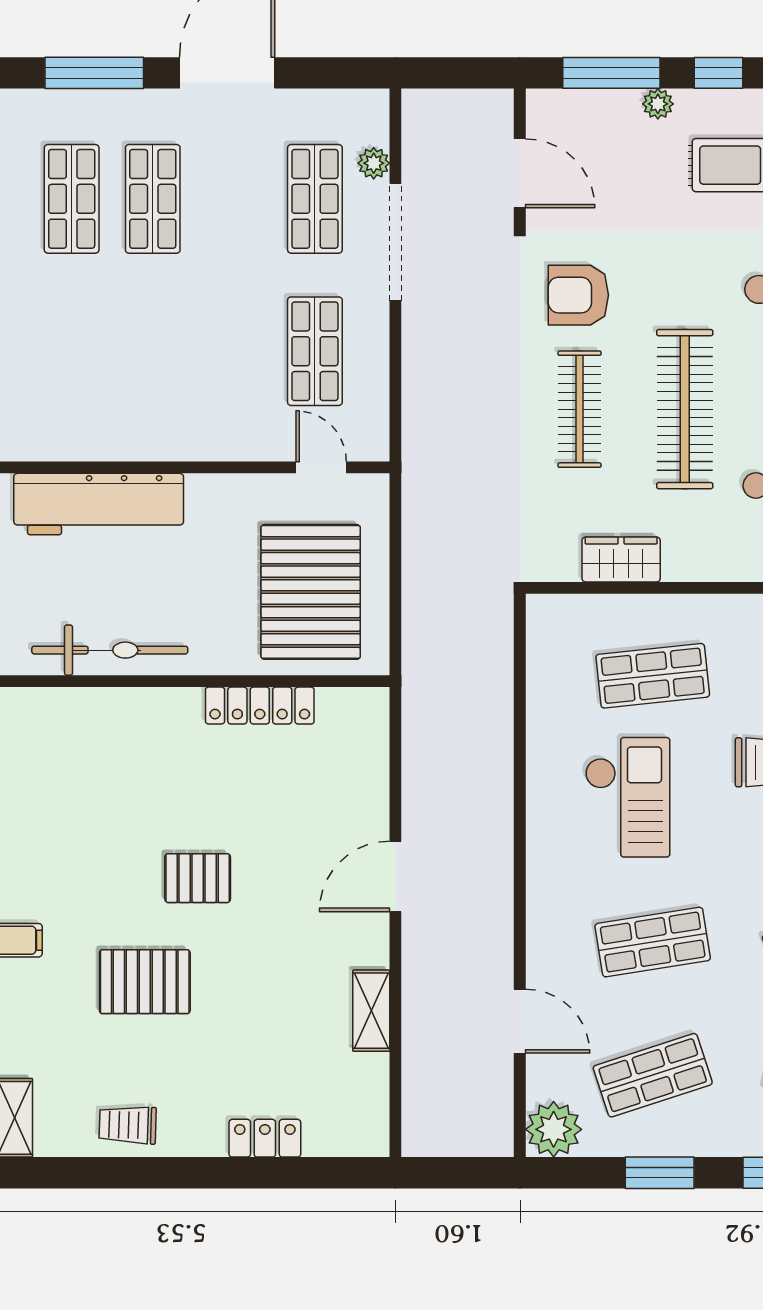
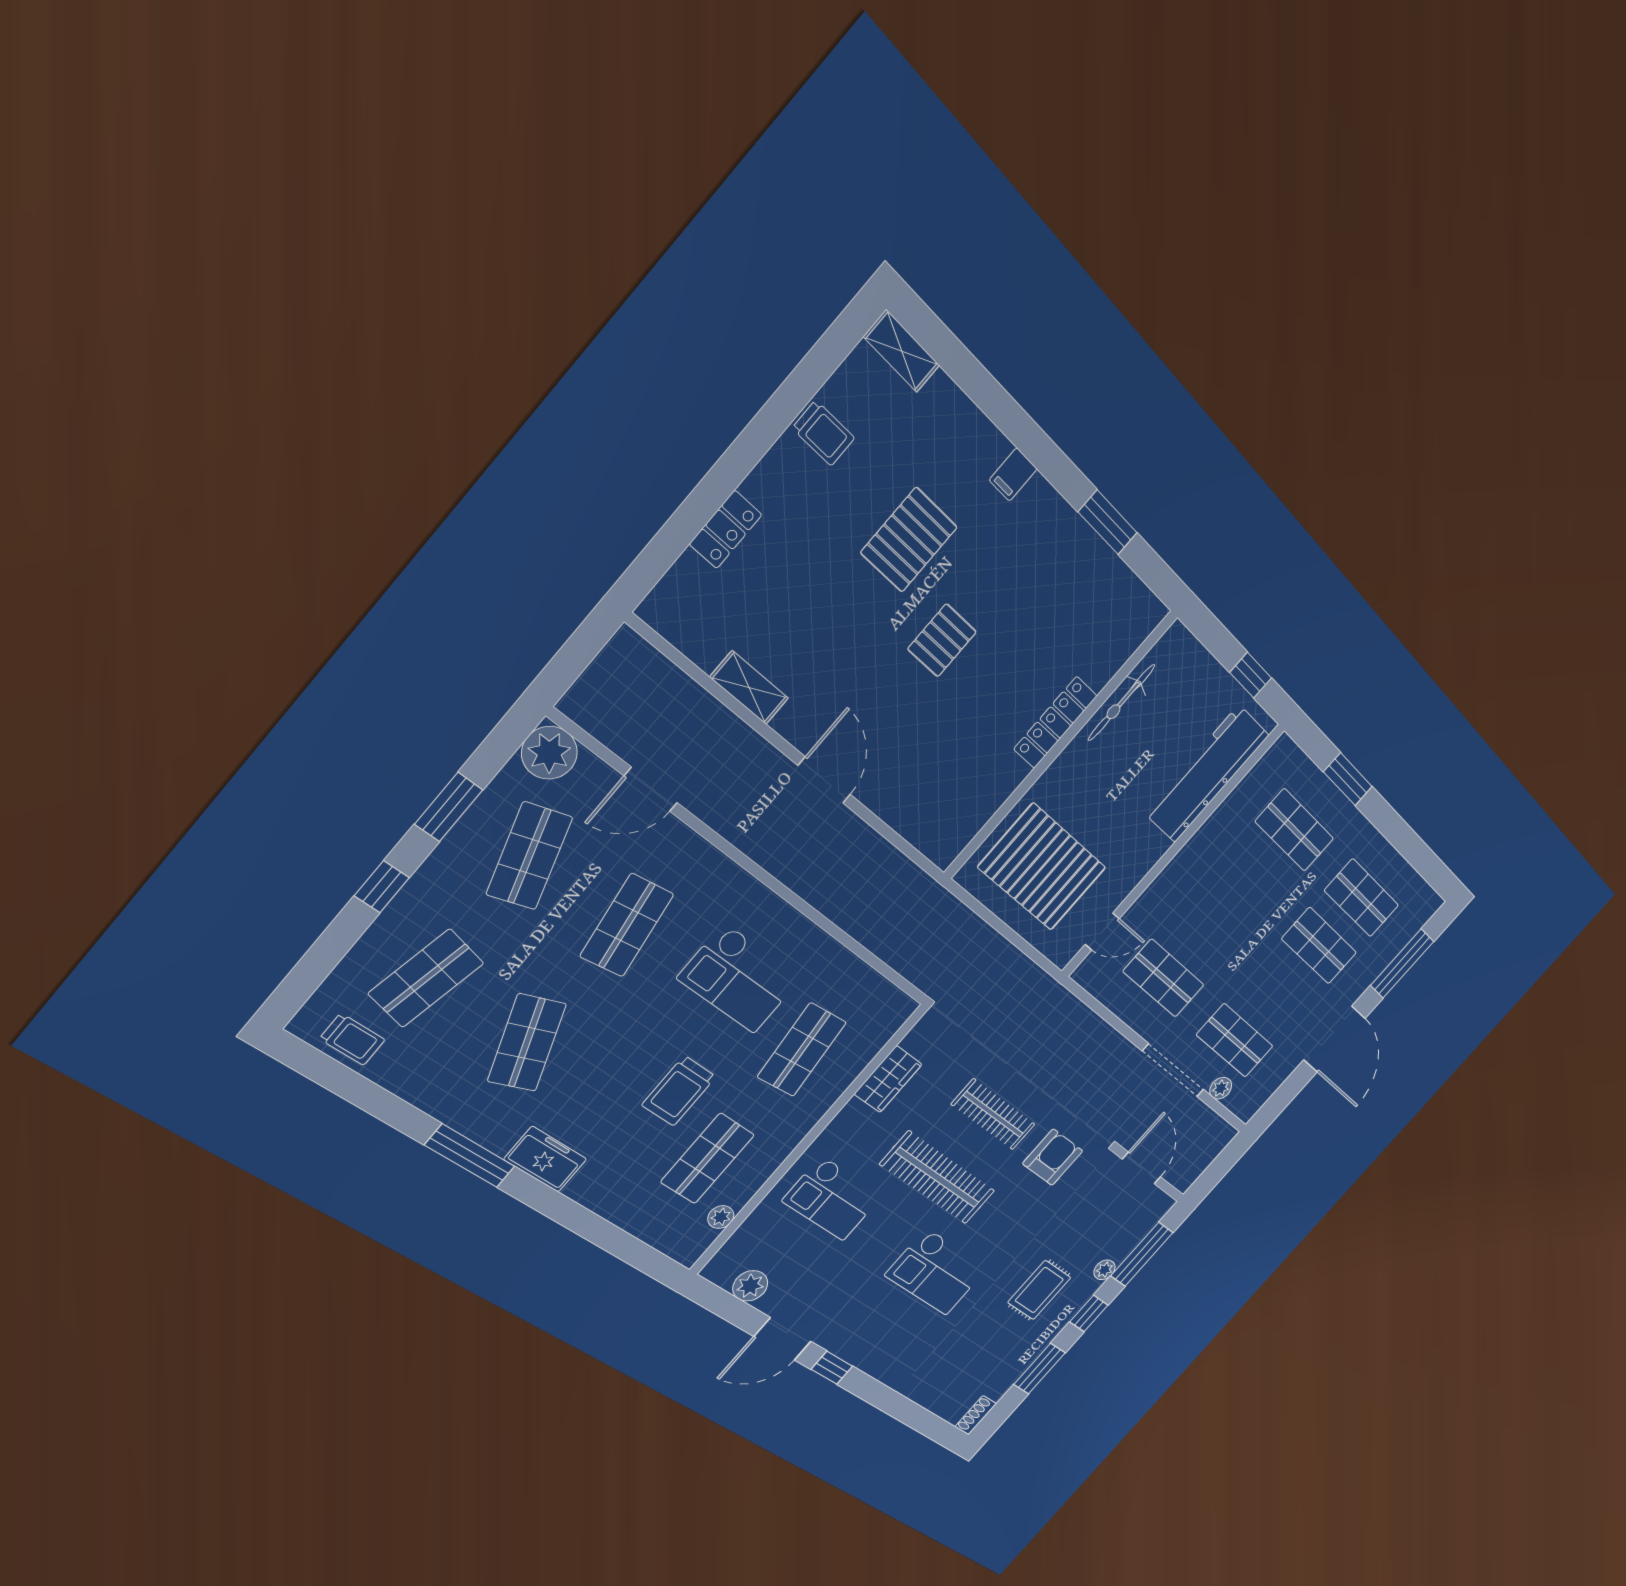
door: (520, 173) -> (1142, 1168), swing flipped
shop shelf: (72, 351) -> (1294, 830), added
bicycle: (110, 650) -> (1121, 703), width x0.73, depth x0.71
locker: (260, 706) -> (1055, 722), moved
trolley: (128, 1125) -> (824, 433), turned 88

